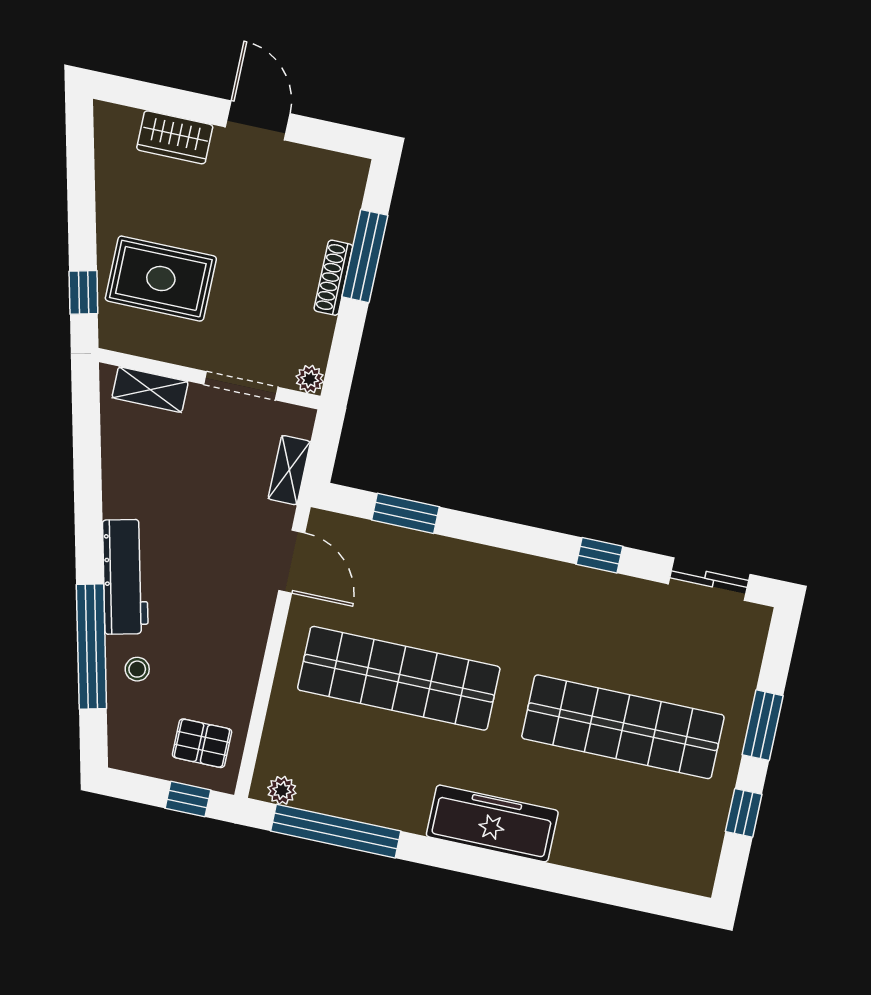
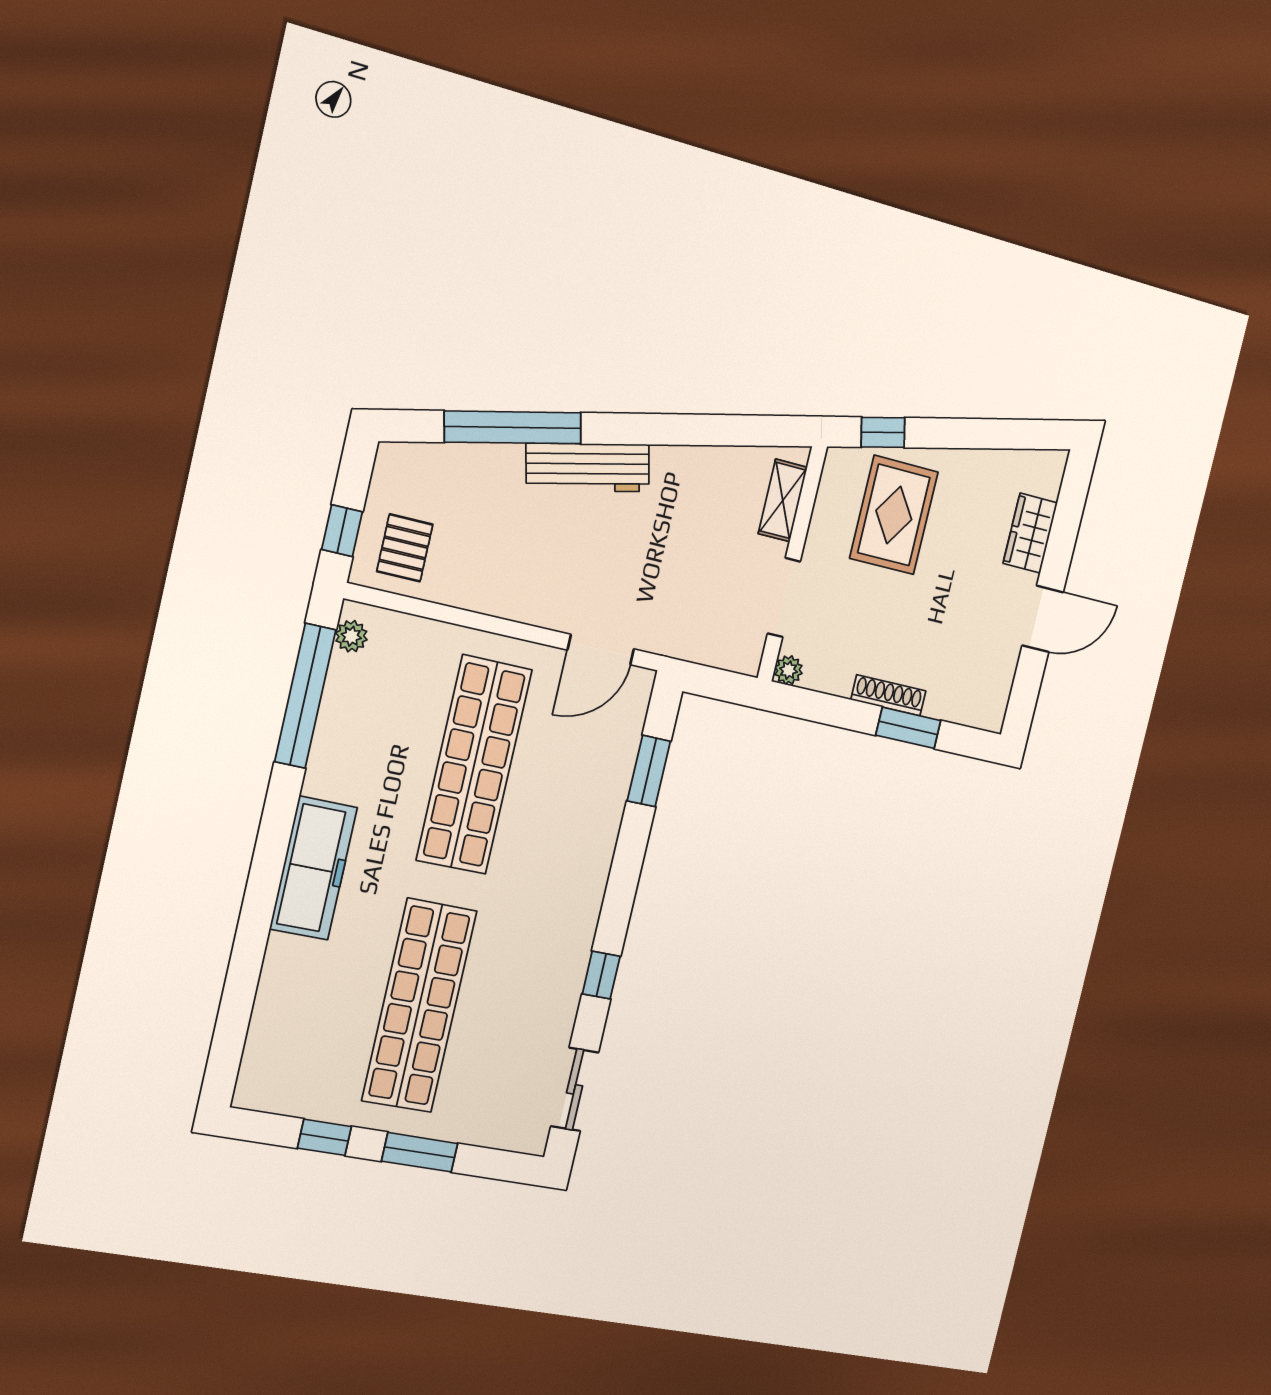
window: (365, 256) -> (908, 728), width x0.69
shelving: (289, 470) -> (696, 648), removed
stool: (137, 669) -> (488, 478), removed

